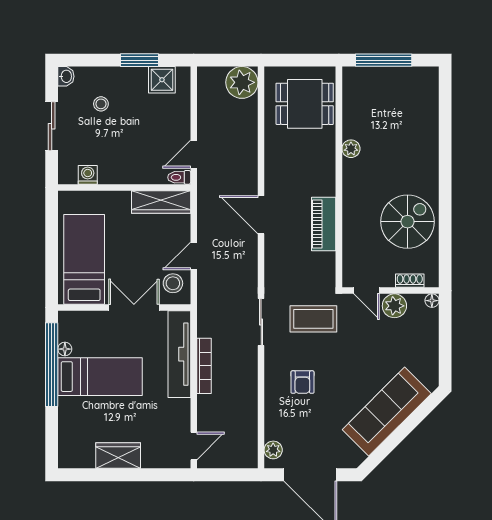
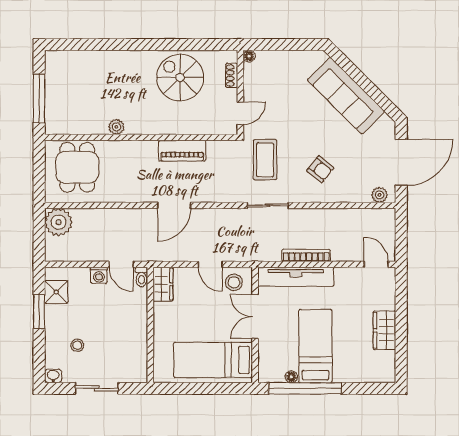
washing machine: (88, 175) -> (99, 275), moved, turned -90
wardrobe: (161, 202) -> (163, 284), width x0.67
plant: (394, 306) -> (254, 89), removed
armchair: (302, 382) -> (320, 169), turned 39

